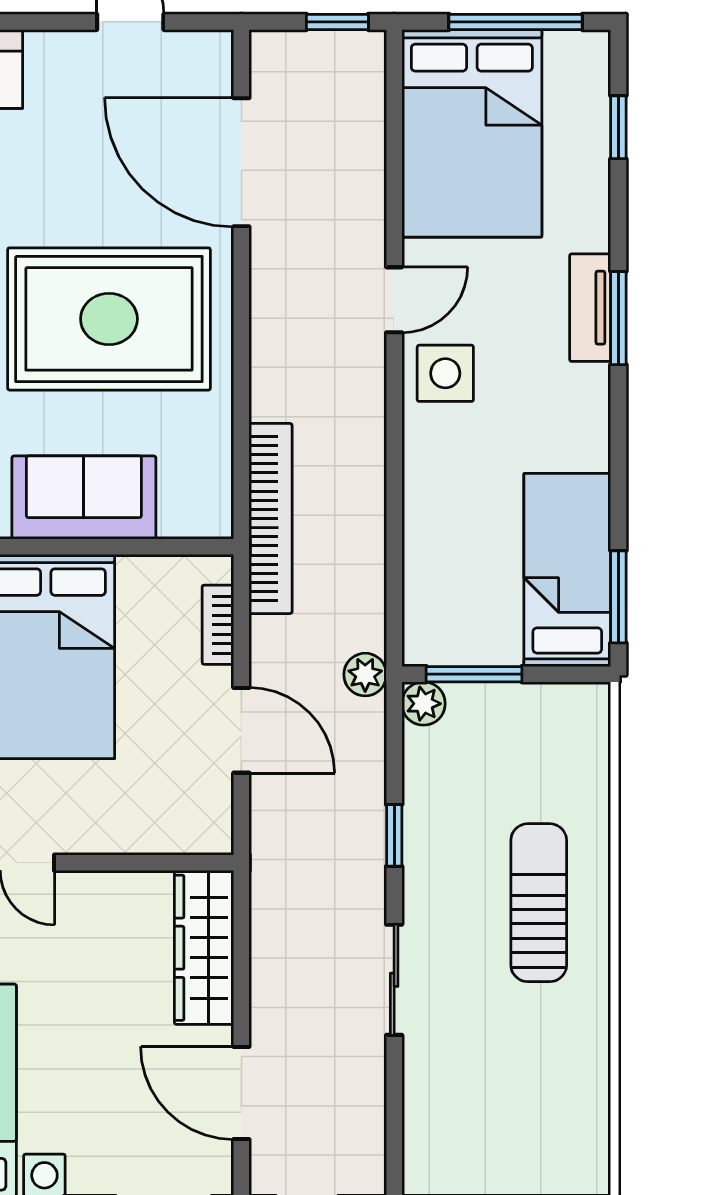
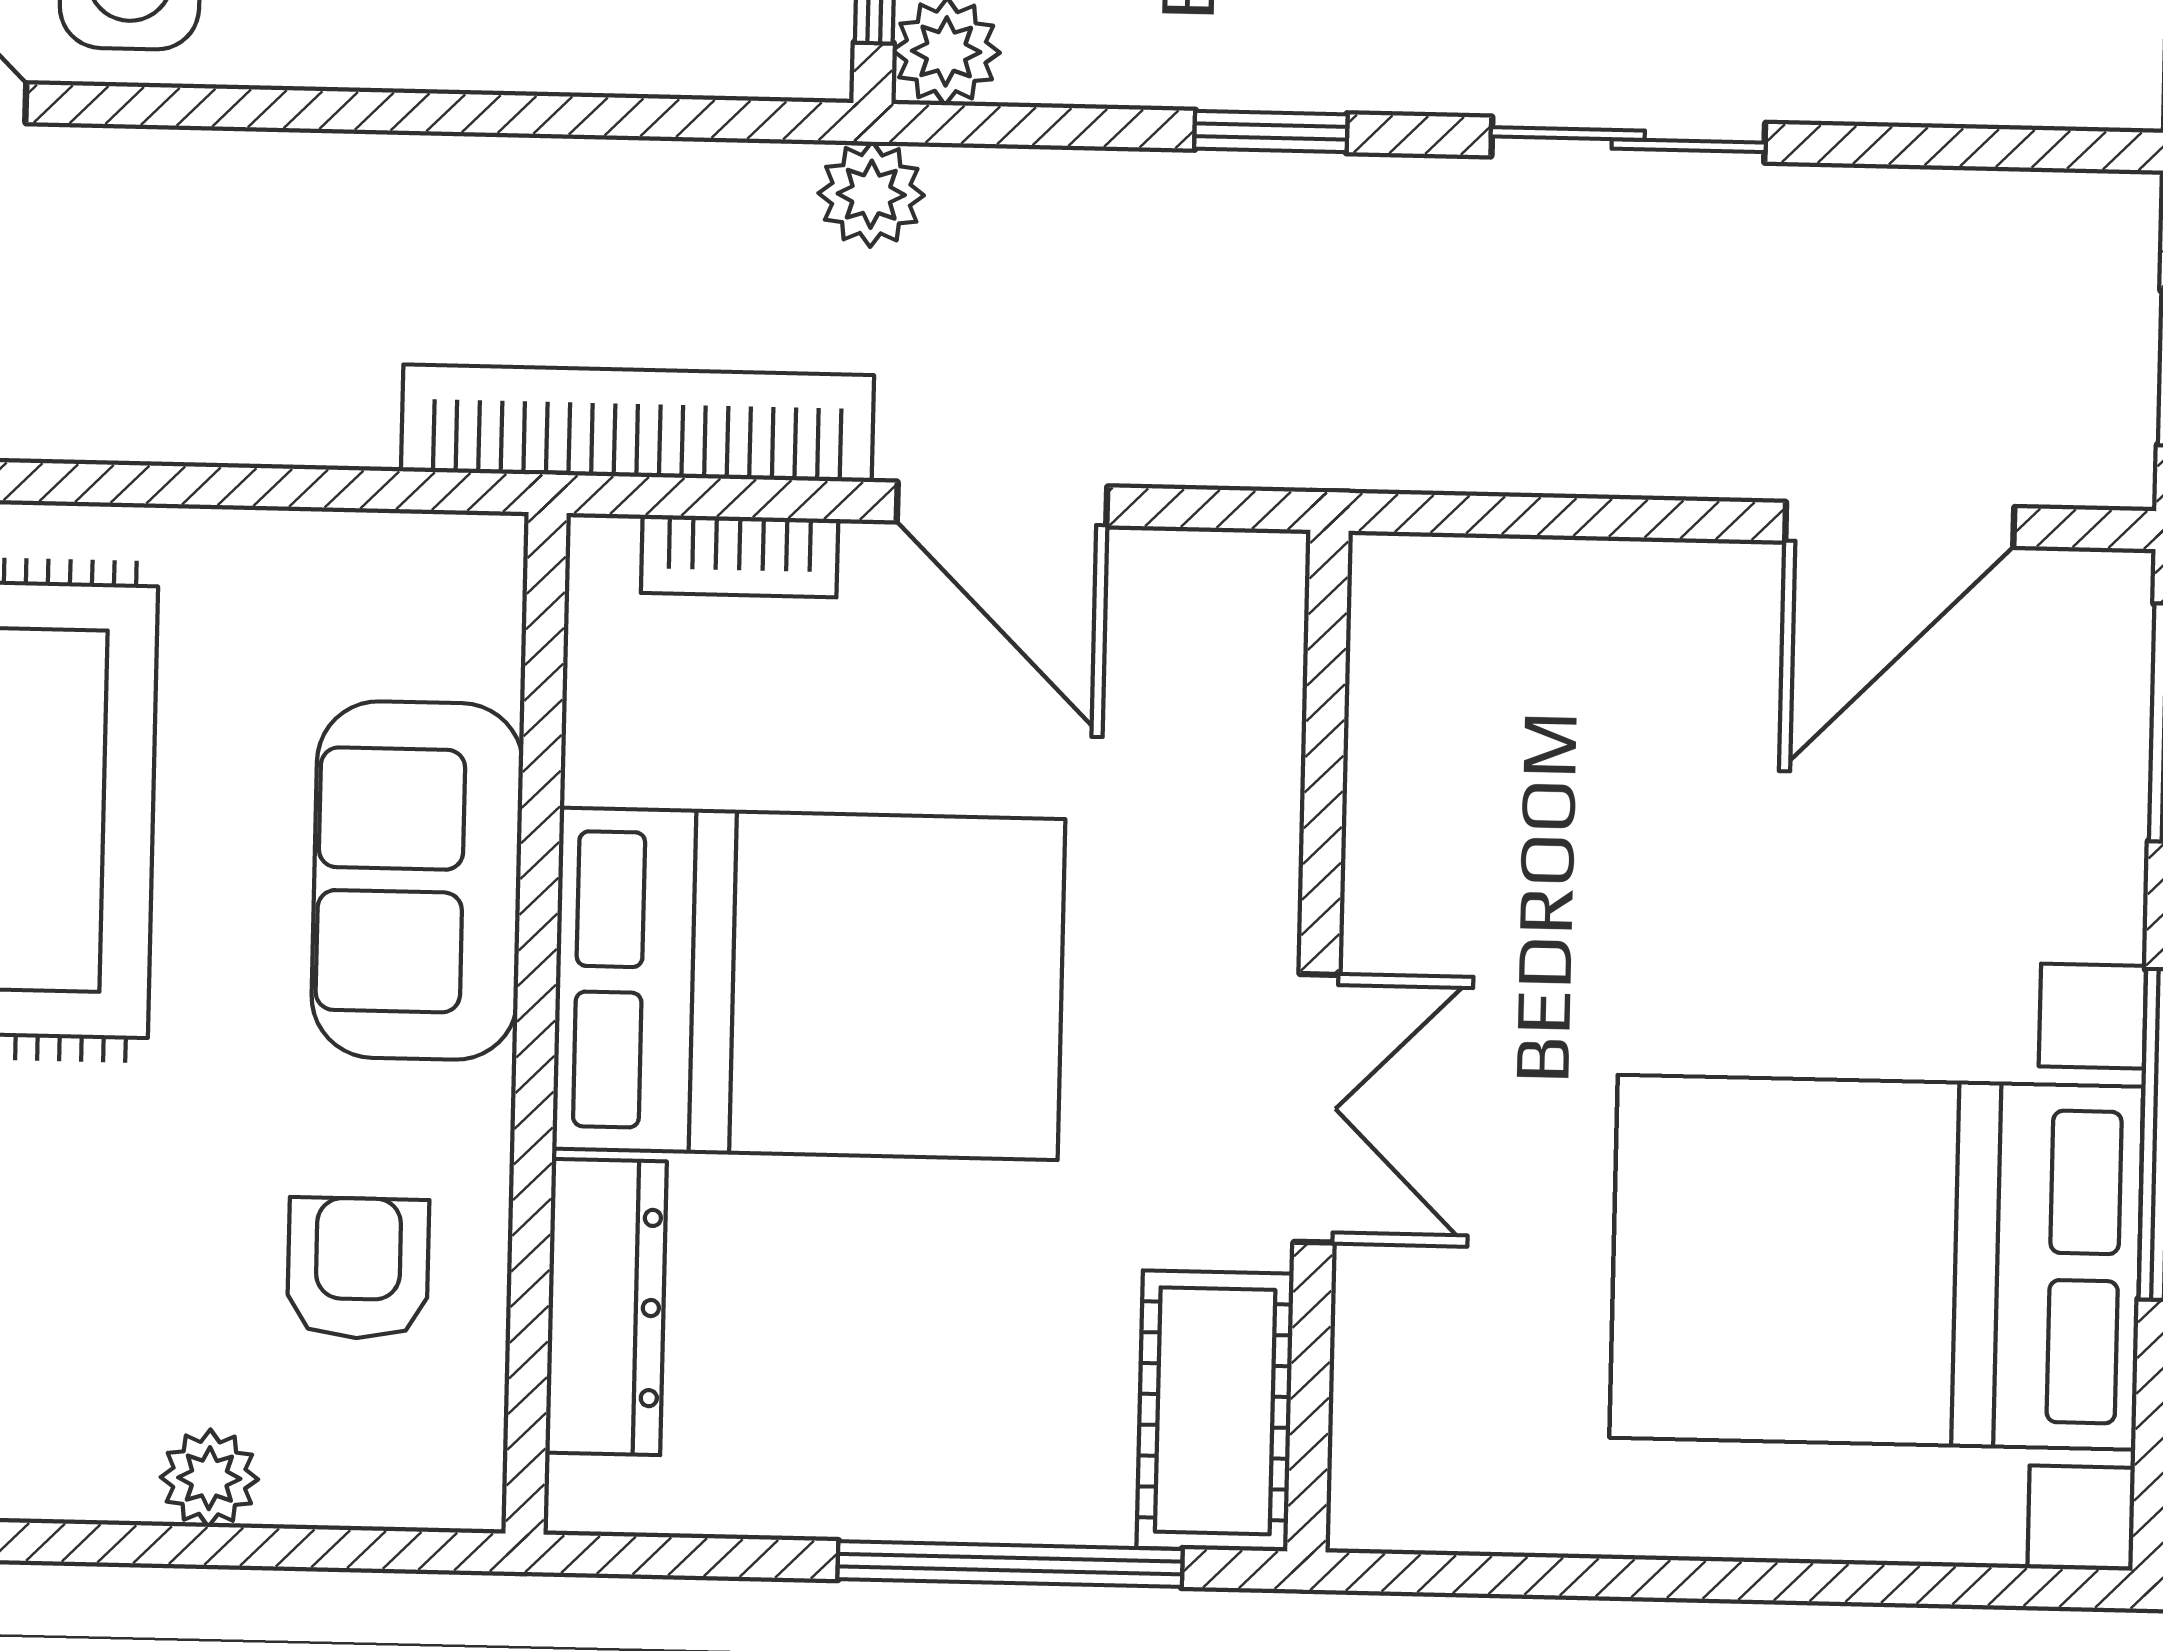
bookcase: (271, 518) -> (637, 423), moved
door: (241, 730) -> (1002, 504), swing flipped
wardrobe: (204, 948) -> (1538, 608), removed

